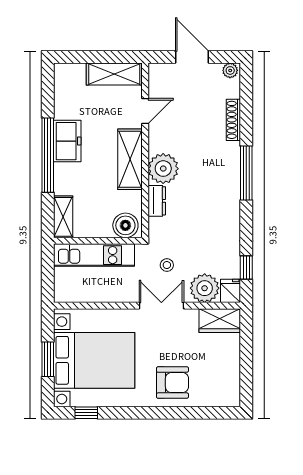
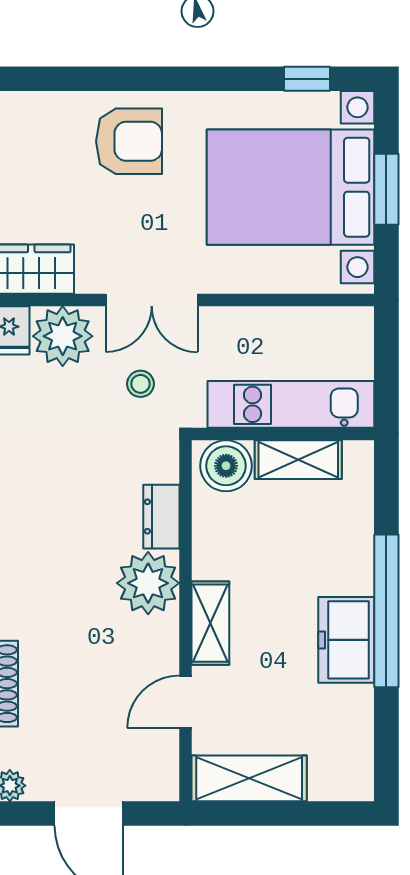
shelving: (130, 159) -> (210, 623), width x0.67, depth x0.75
shelving: (63, 217) -> (298, 460), moved, turned 90
armchair: (172, 383) -> (129, 141), turned 180

